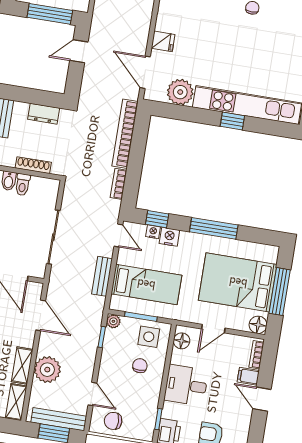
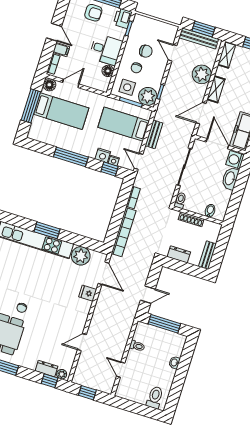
window: (232, 121) -> (47, 230), width x1.50
toilet: (23, 185) -> (180, 200), moved
bed: (238, 282) -> (61, 111), width x0.67
door: (41, 315) -> (201, 113), hinge flipped
plant: (113, 321) -> (148, 96), width x1.88, depth x1.88
door: (213, 329) -> (71, 83), moved
floor lamp: (182, 341) -> (108, 71), moved
shelving: (22, 366) -> (216, 89), moved
chair: (113, 421) -> (146, 51), moved

